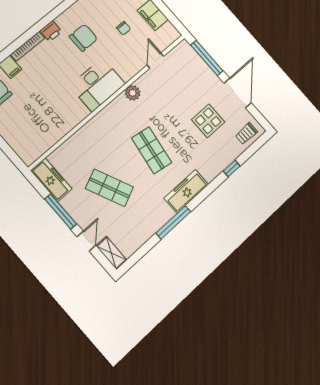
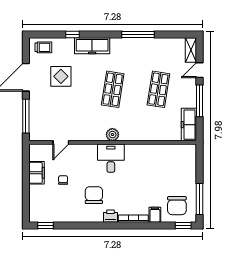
chair: (83, 38) -> (94, 195), turned 90
desk: (98, 85) -> (111, 158), width x0.73
plant: (133, 93) -> (112, 135), moved
shop shelf: (109, 188) -> (158, 89), turned 33
freezer: (186, 191) -> (92, 46), moved

